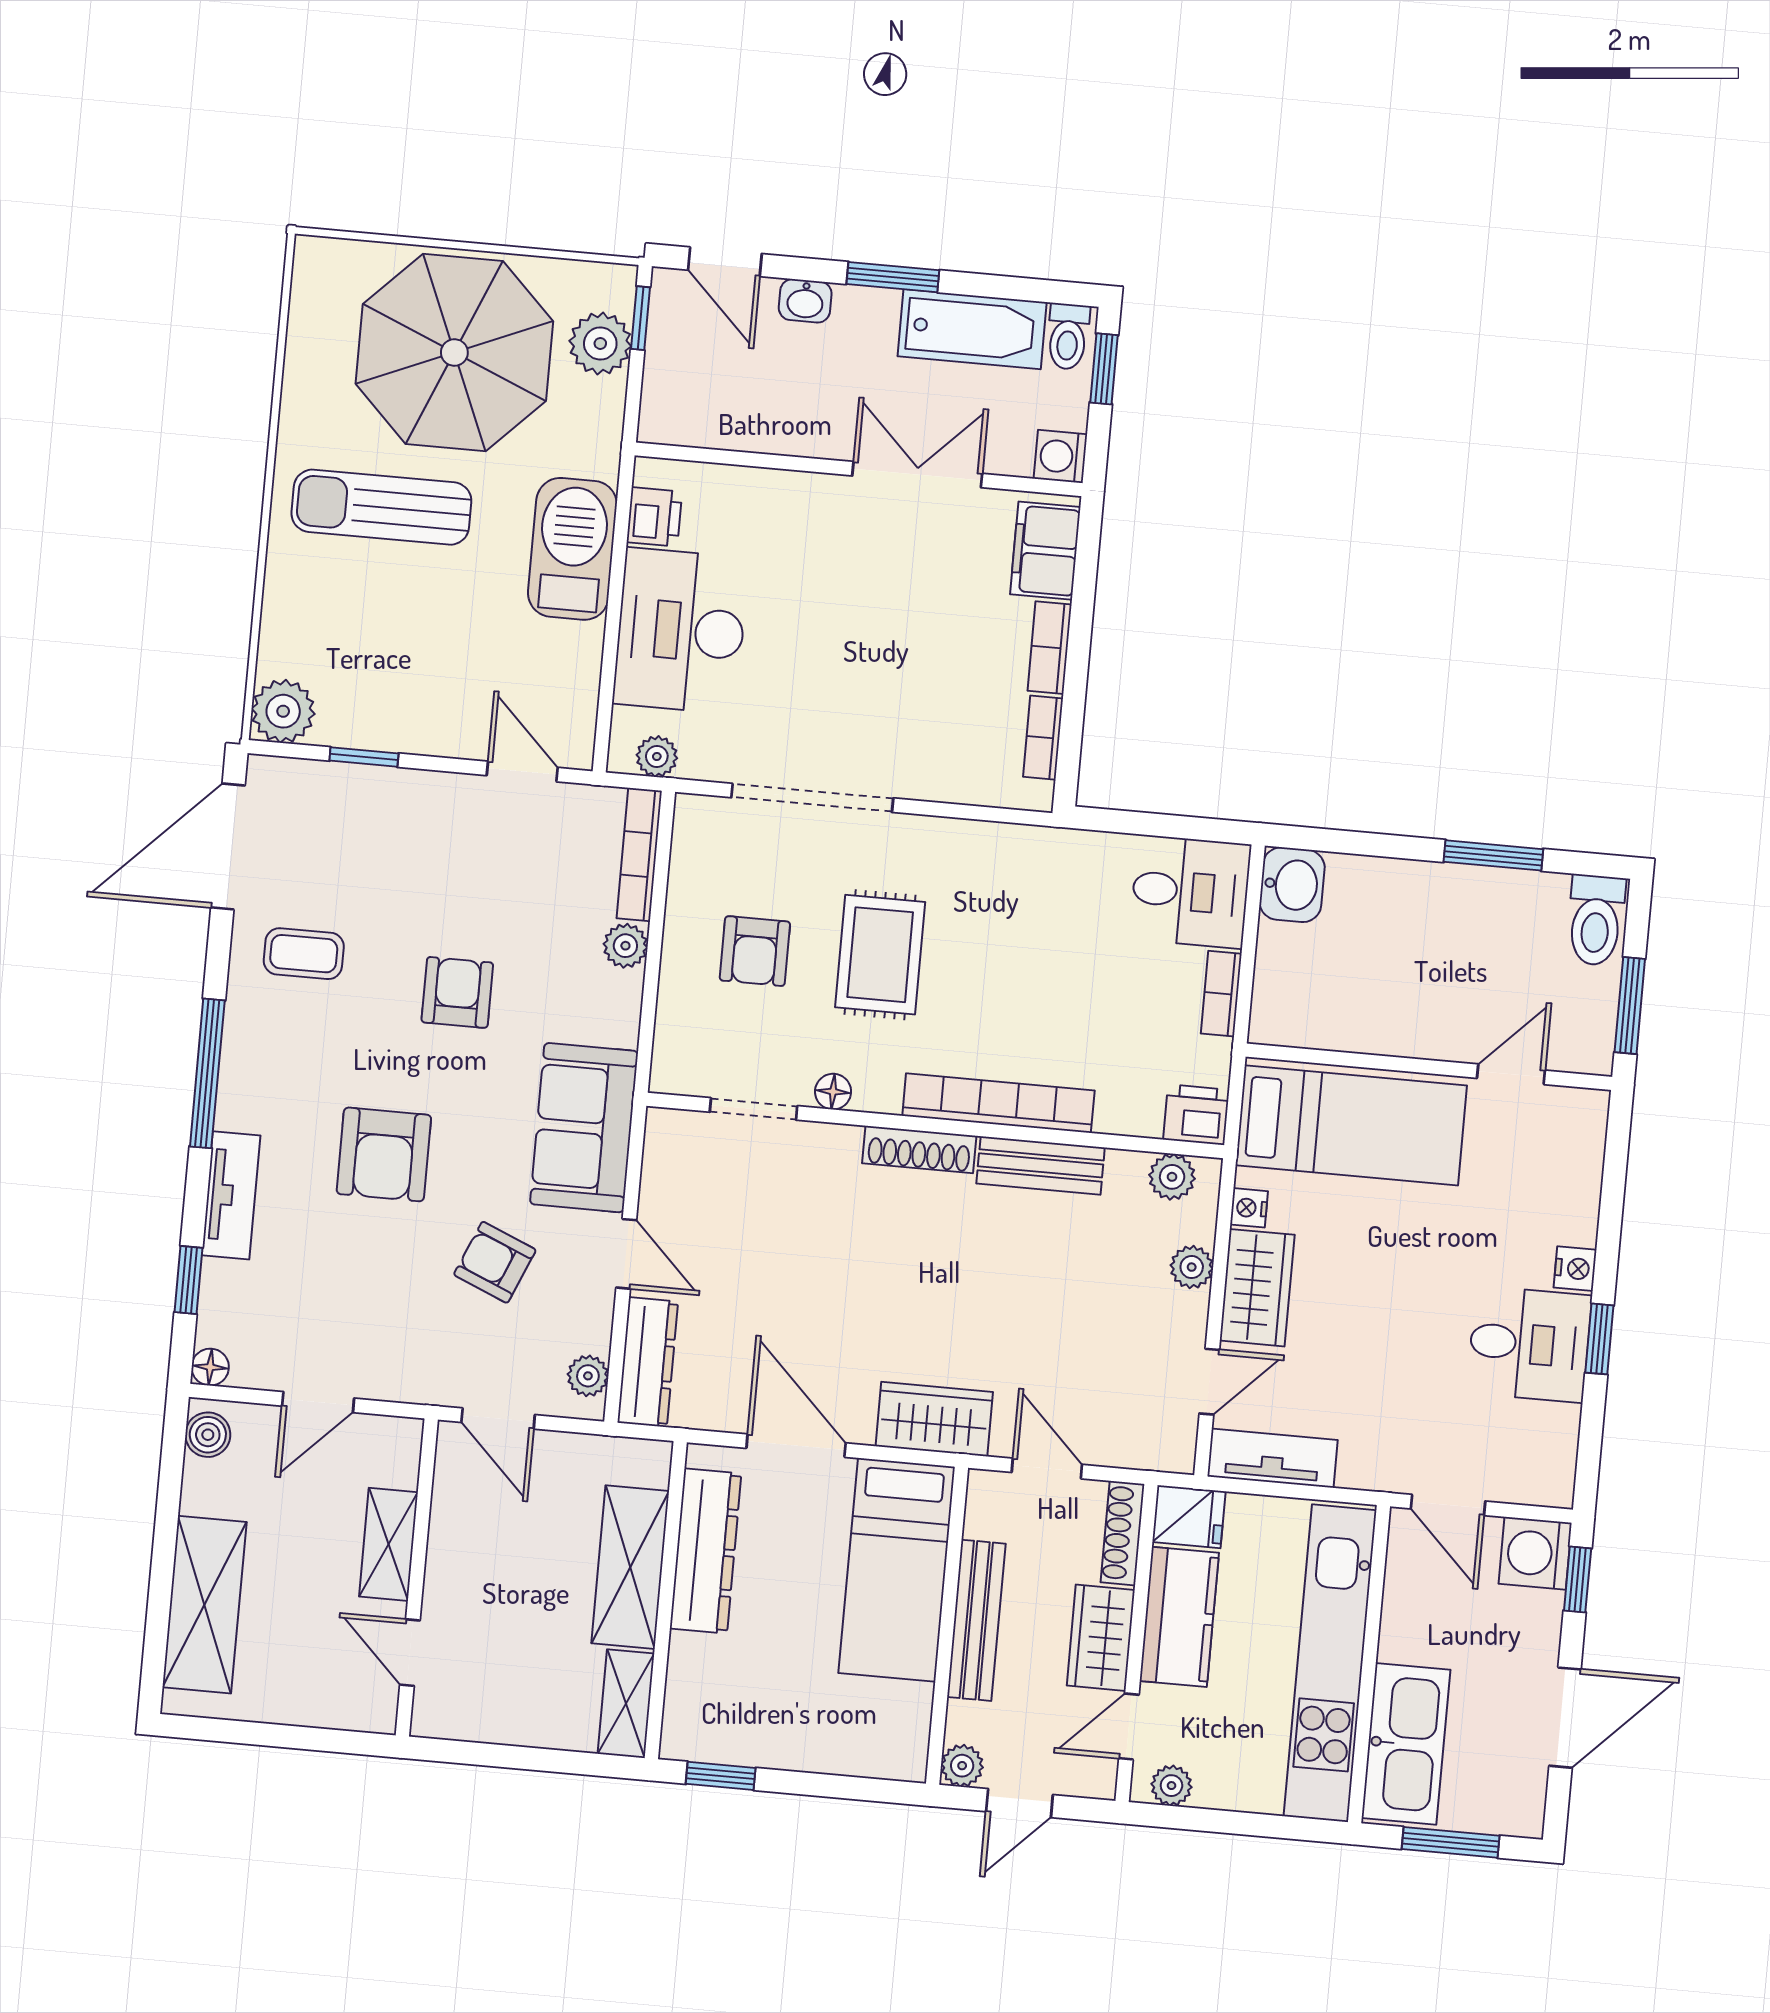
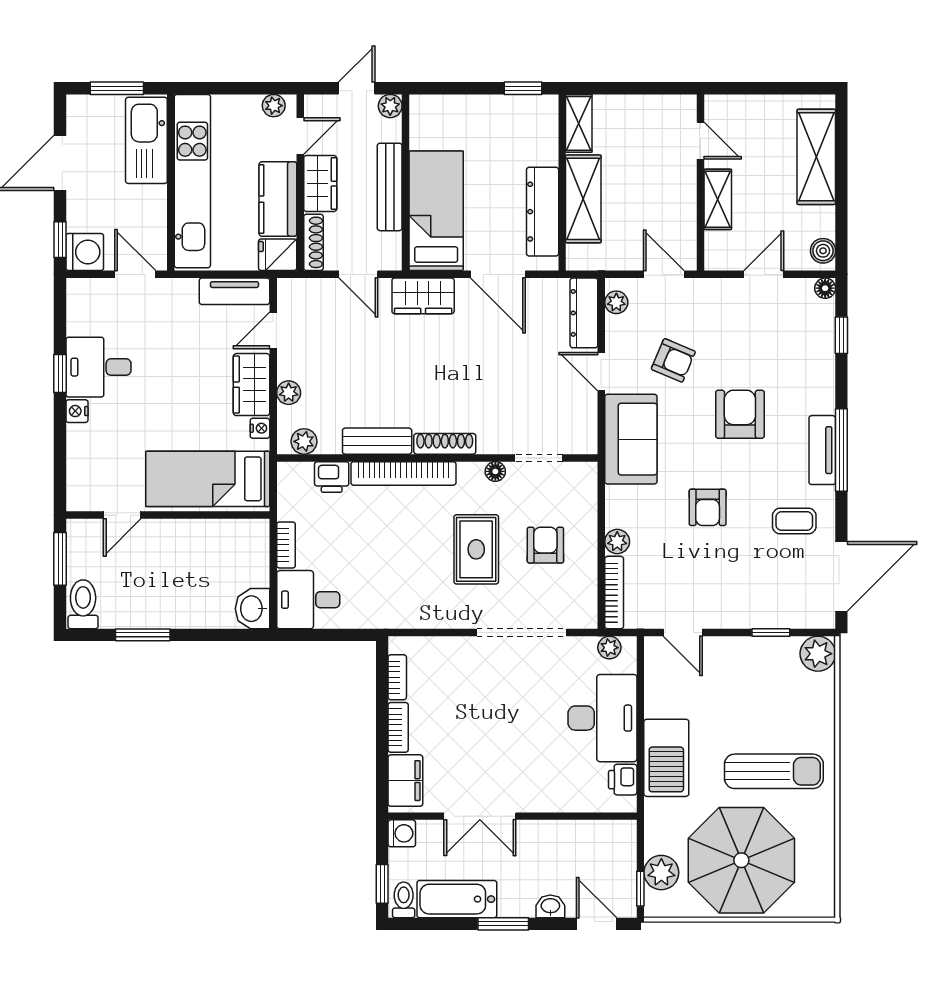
printer: (1196, 1115) -> (332, 477), moved
tv unit: (231, 1195) -> (822, 450), moved

